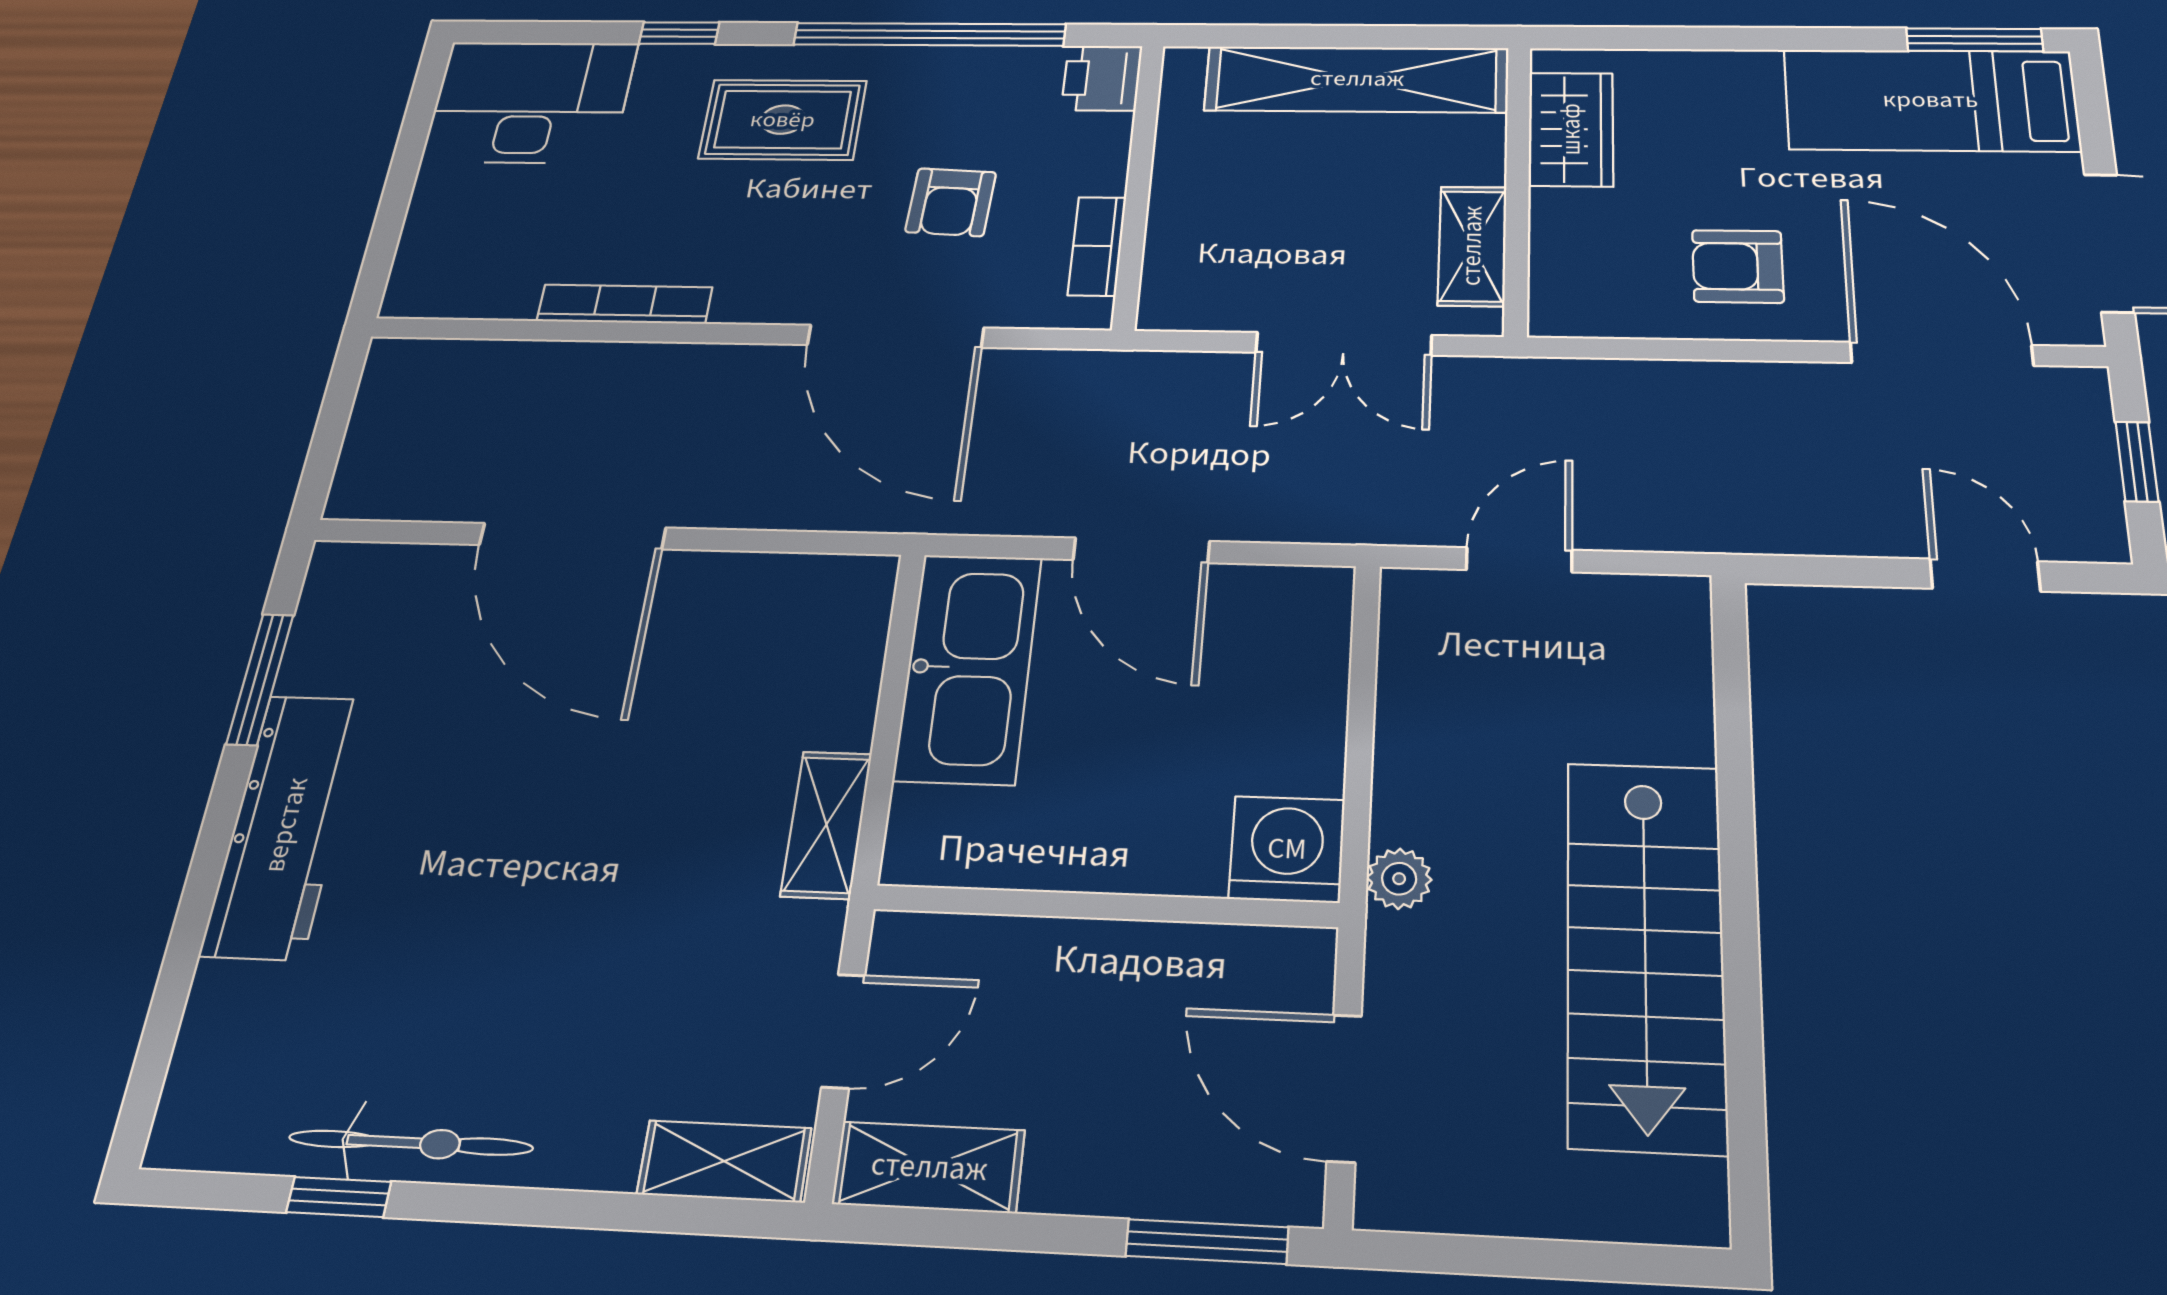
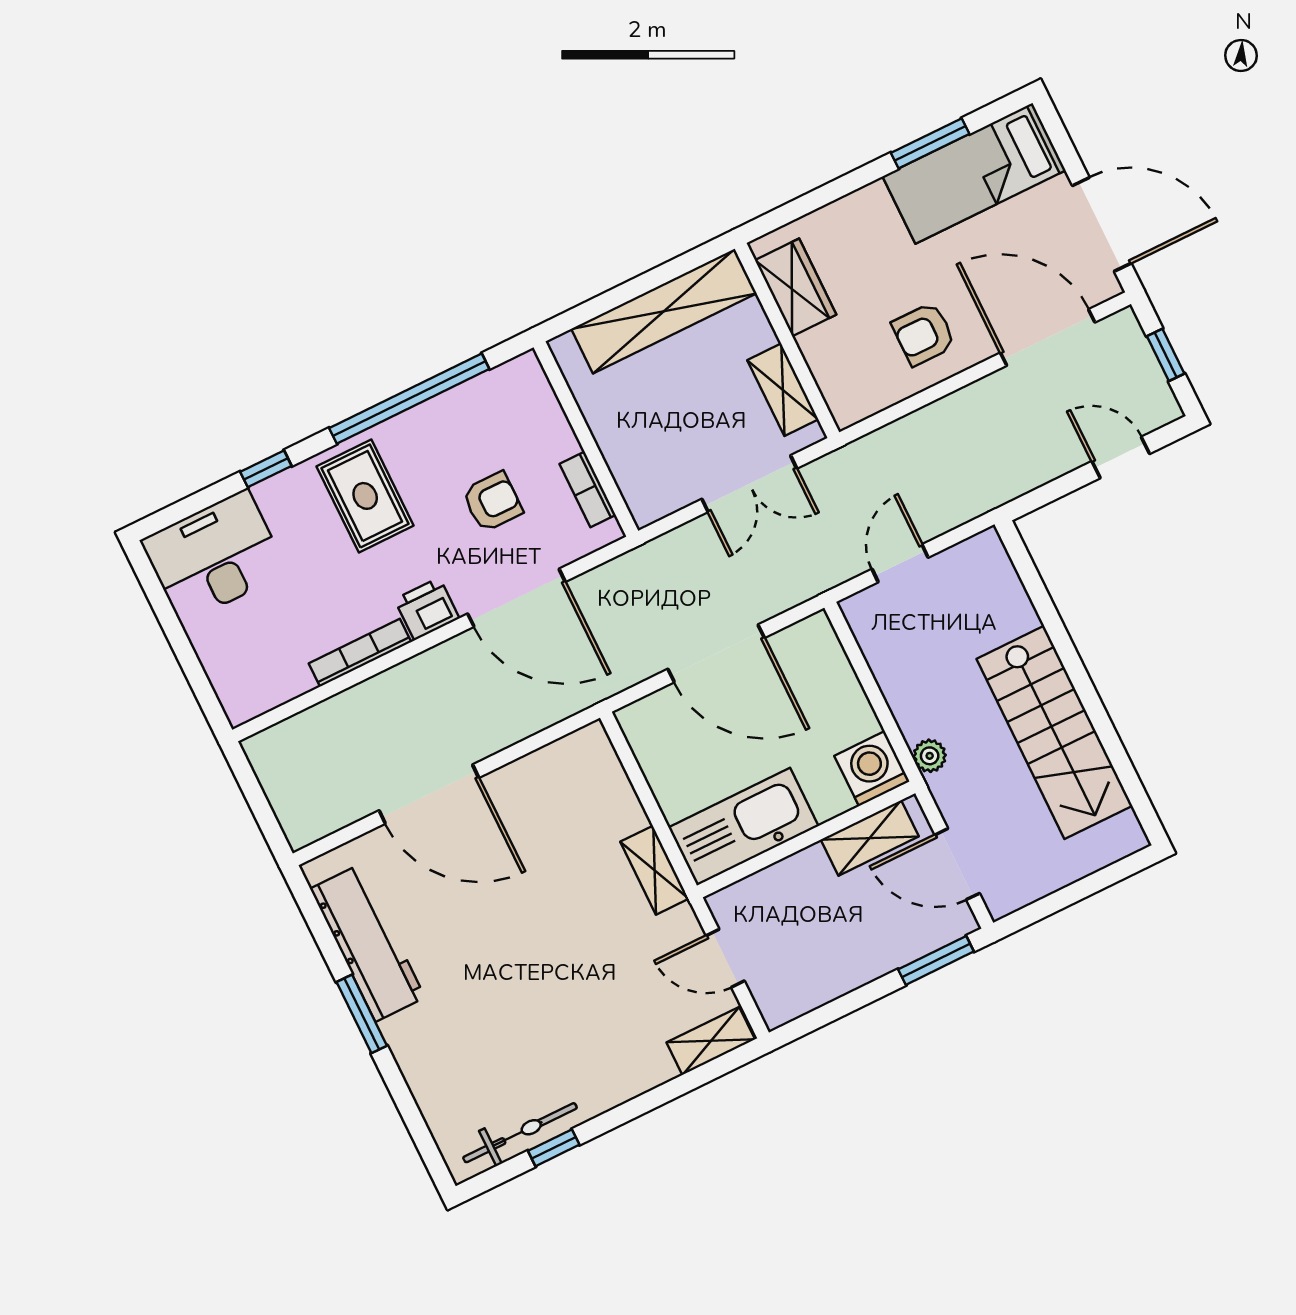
window: (1974, 40) -> (930, 143), moved
printer: (1102, 78) -> (427, 609), moved, turned 90
rug: (783, 120) -> (365, 496), turned 90
armchair: (951, 202) -> (492, 502), turned -93
door: (1141, 550) -> (716, 653), width x1.36
kitchen sink: (968, 667) -> (743, 827), moved, turned -90
window: (260, 679) -> (362, 1014), moved
workbench: (286, 825) -> (368, 943), moved
door: (843, 1031) -> (725, 958), swing flipped
bicycle: (411, 1143) -> (520, 1133), moved
shelving: (929, 1167) -> (870, 838), moved

